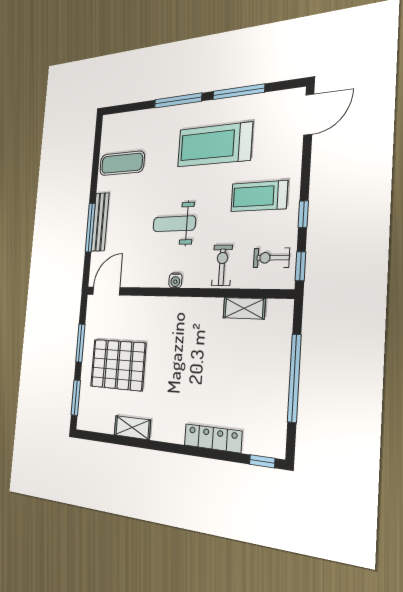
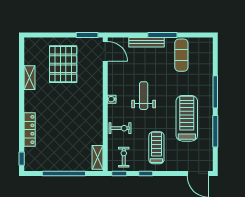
window: (90, 228) -> (162, 35), moved
shelving: (244, 308) -> (97, 157), moved
window: (80, 343) -> (87, 35), moved
window: (76, 398) -> (42, 35), removed

